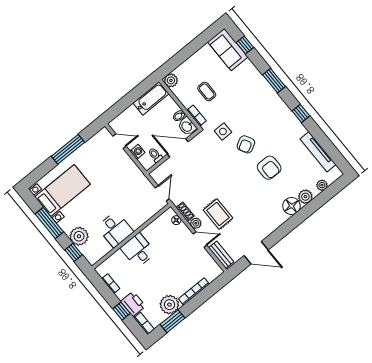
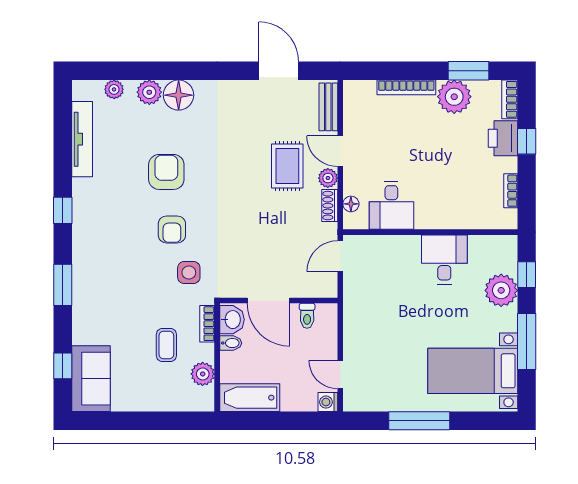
plant: (171, 80) -> (203, 374), moved
armchair: (246, 144) -> (172, 229), turned 118
washing machine: (137, 152) -> (328, 402), moved
desk: (138, 250) -> (391, 206), moved

